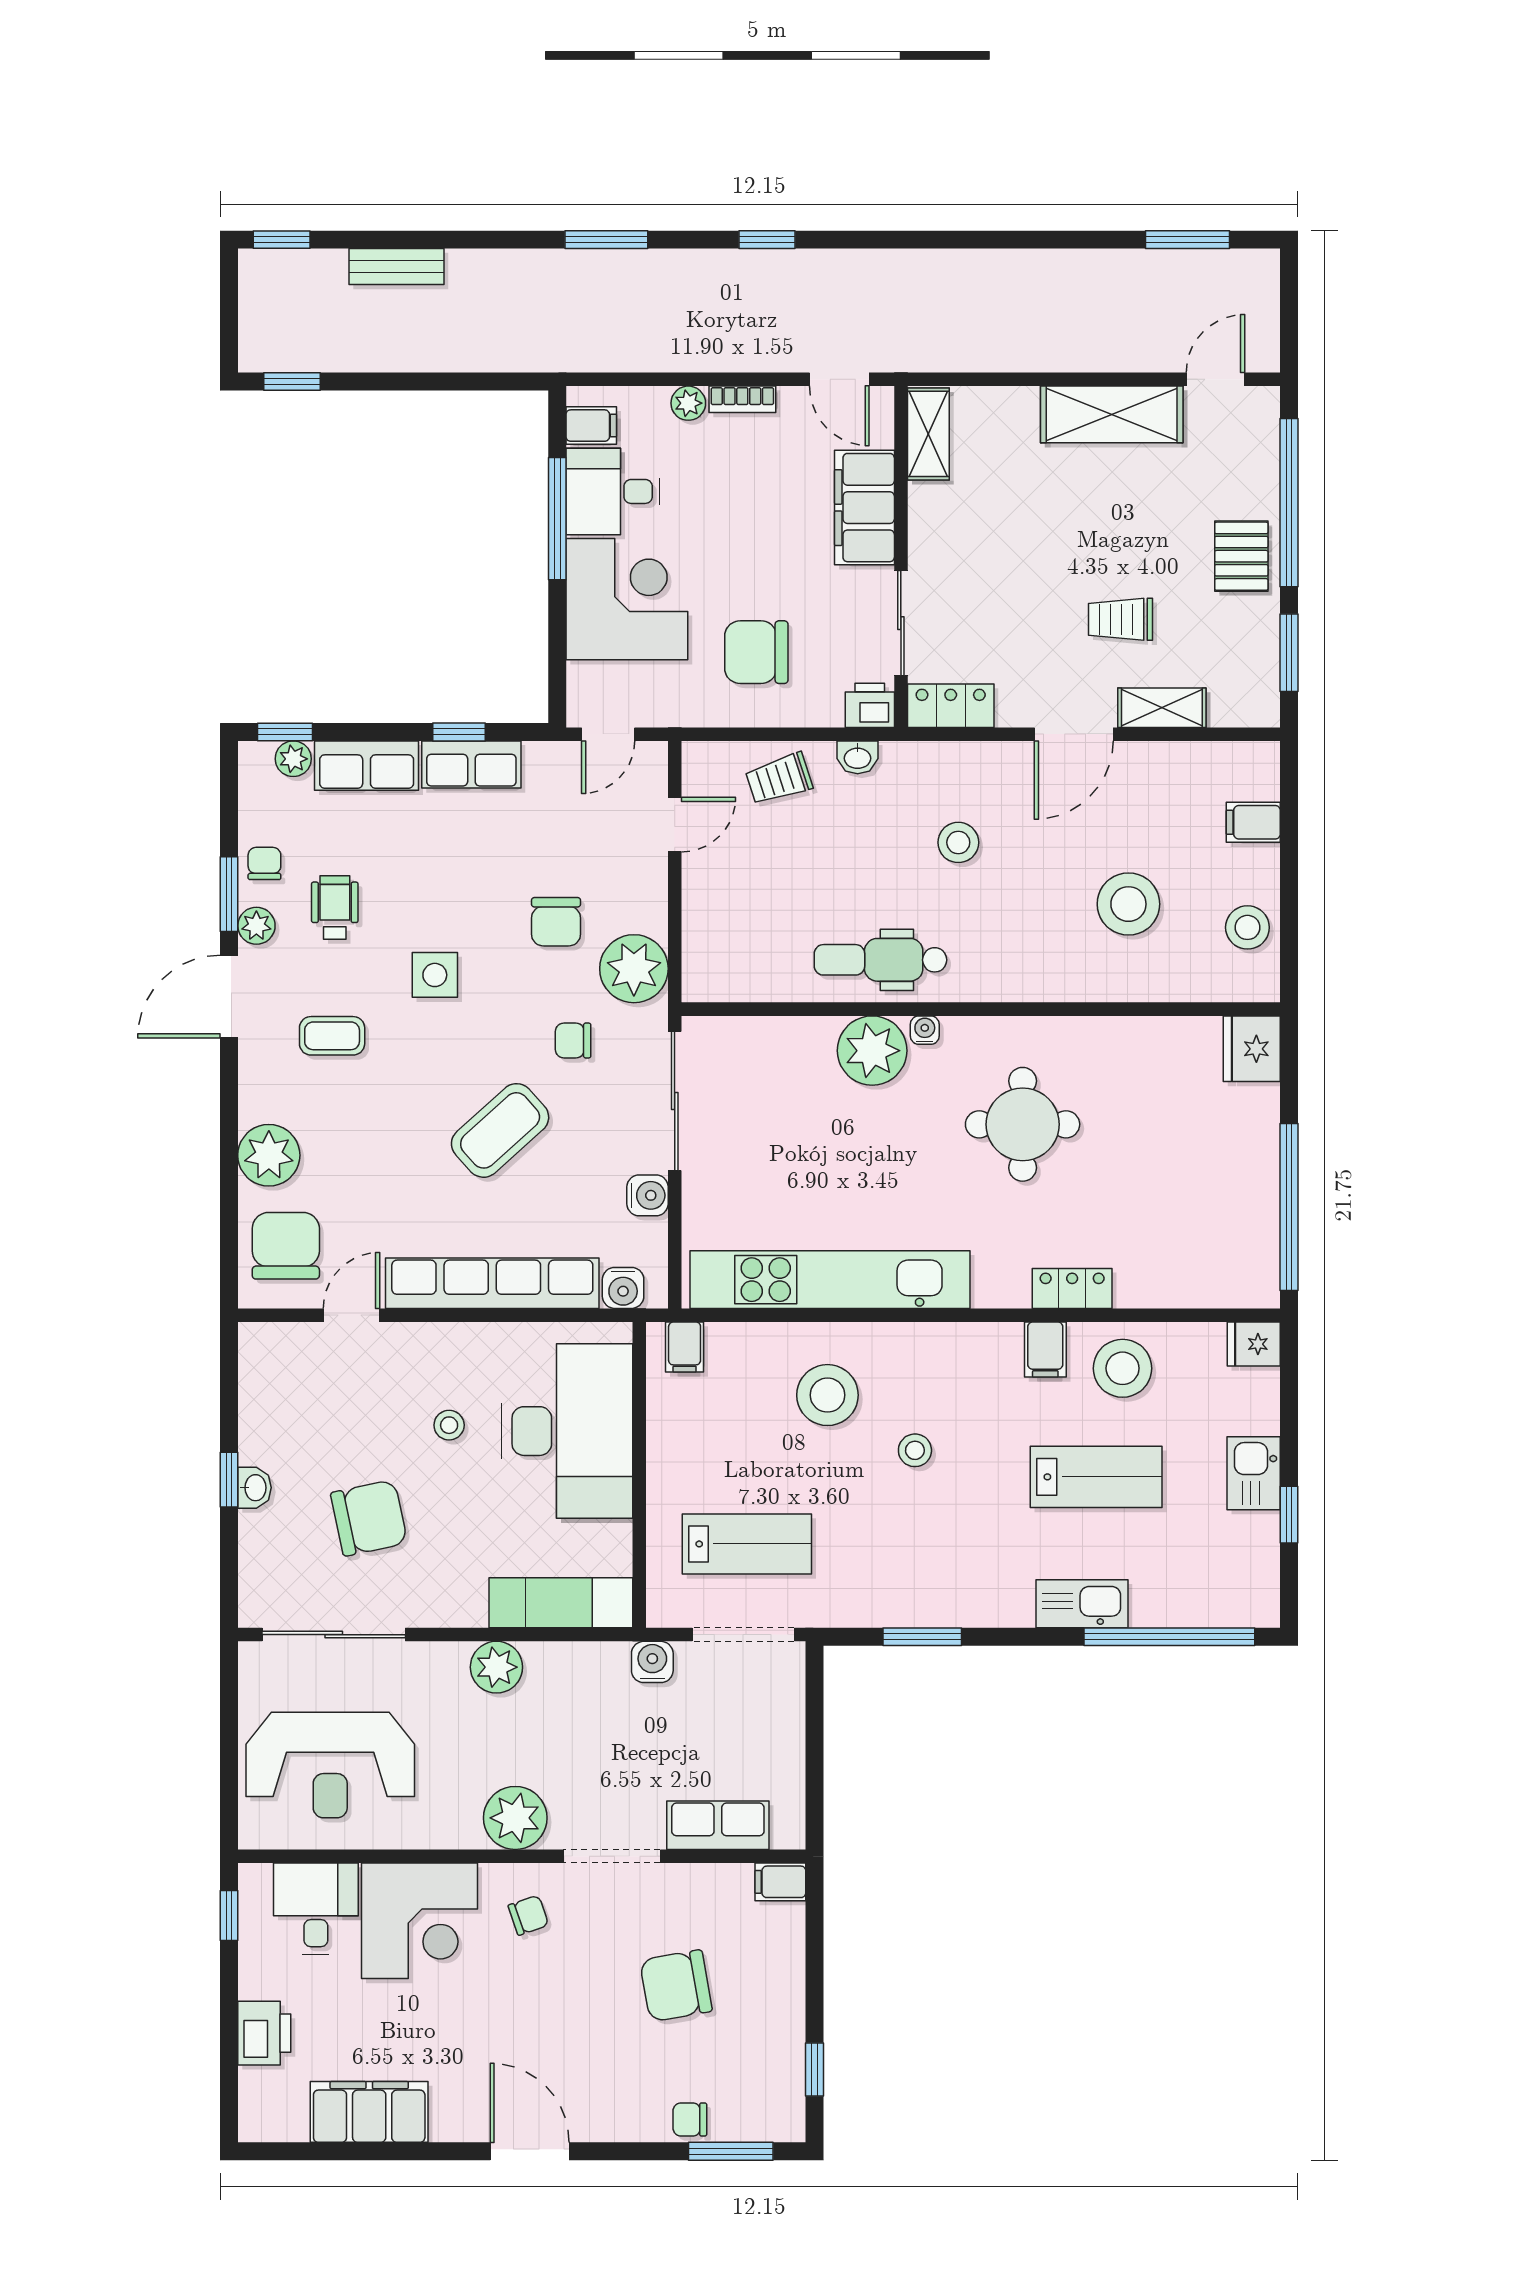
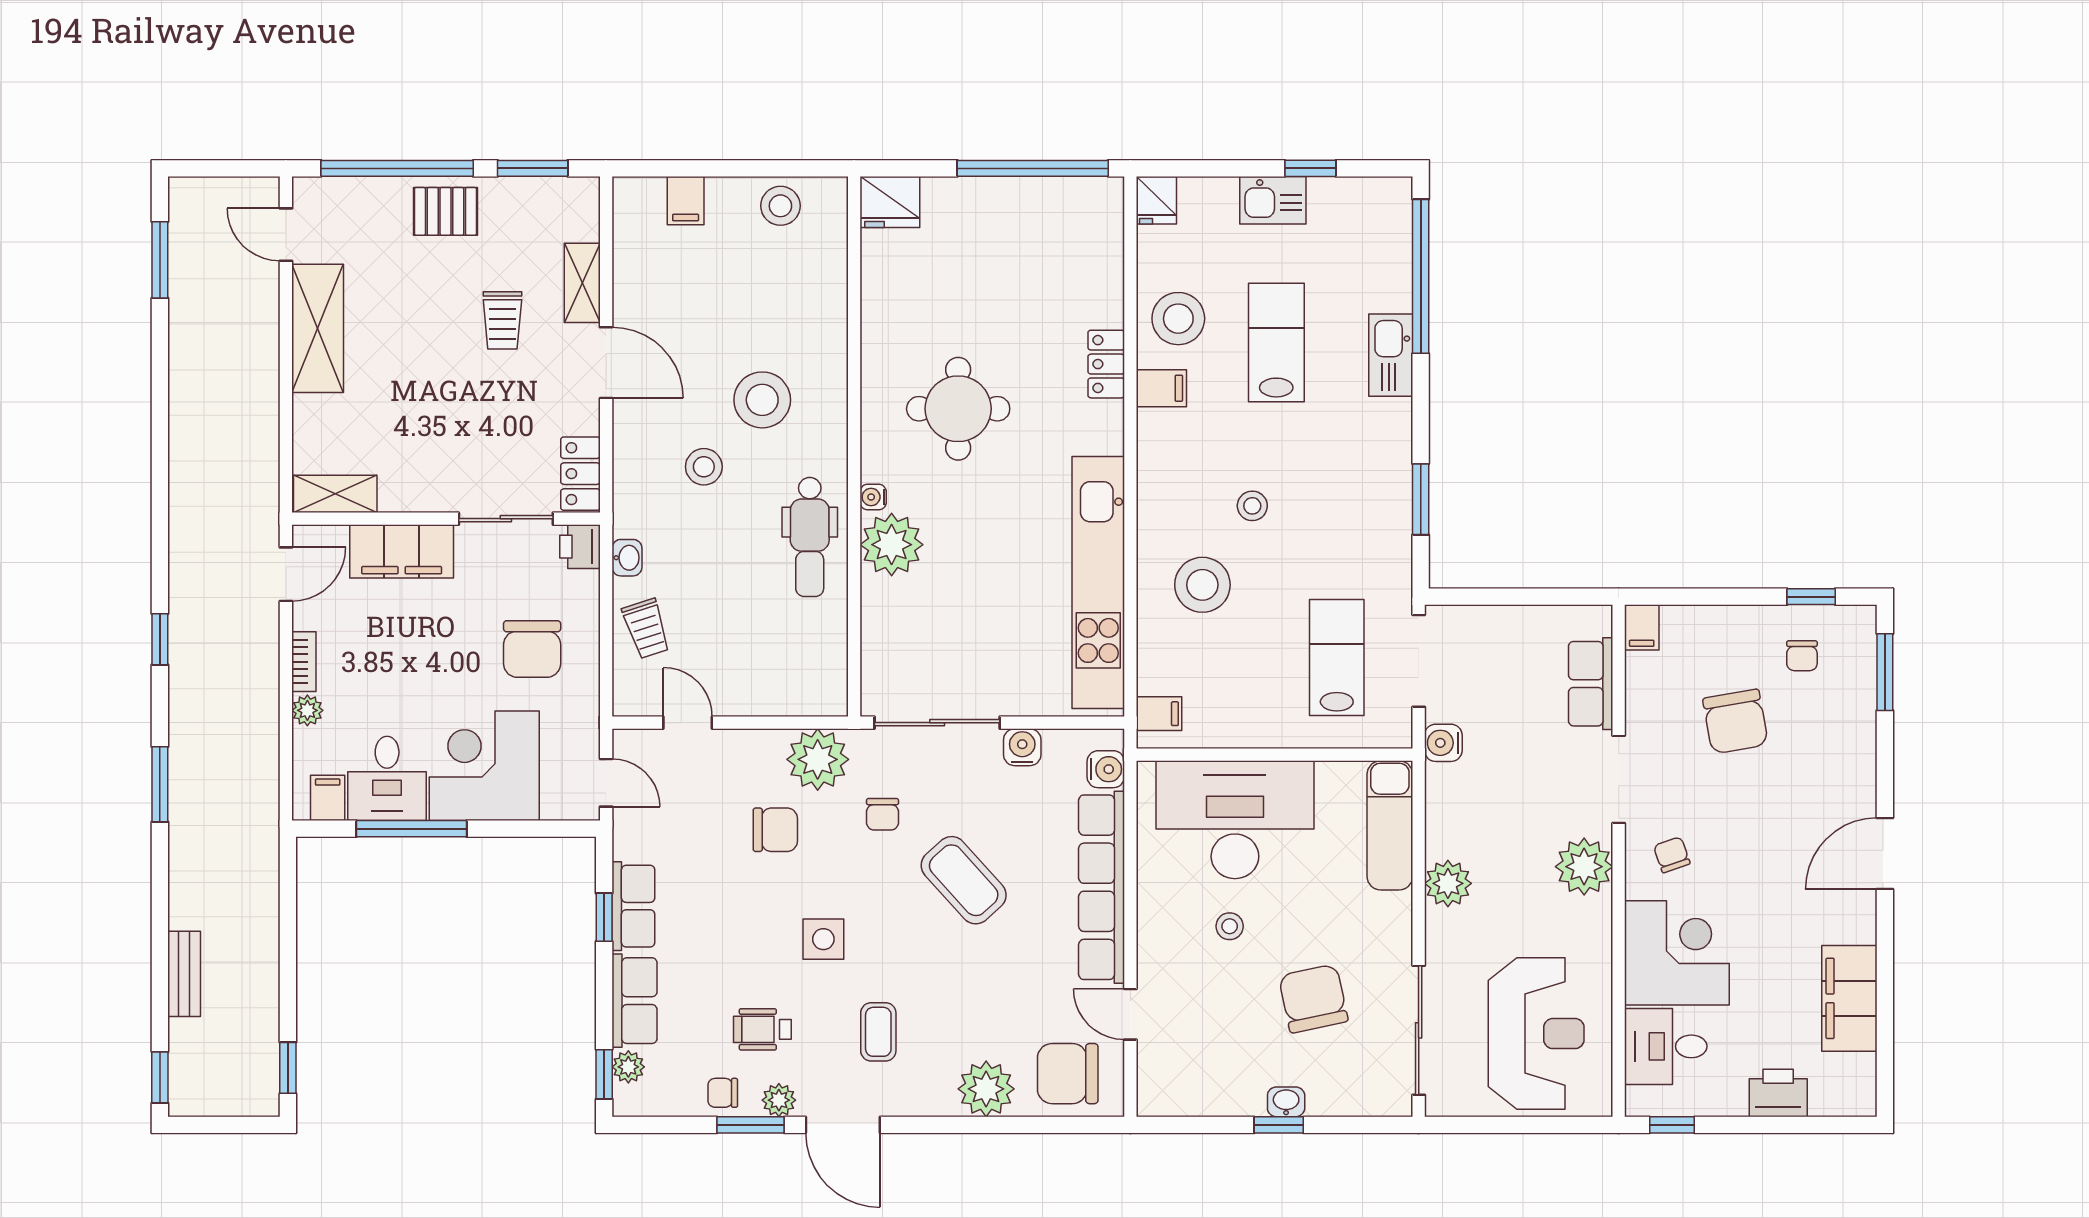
stool: (1128, 904) -> (762, 400), moved
chair: (690, 2119) -> (1802, 656), moved

